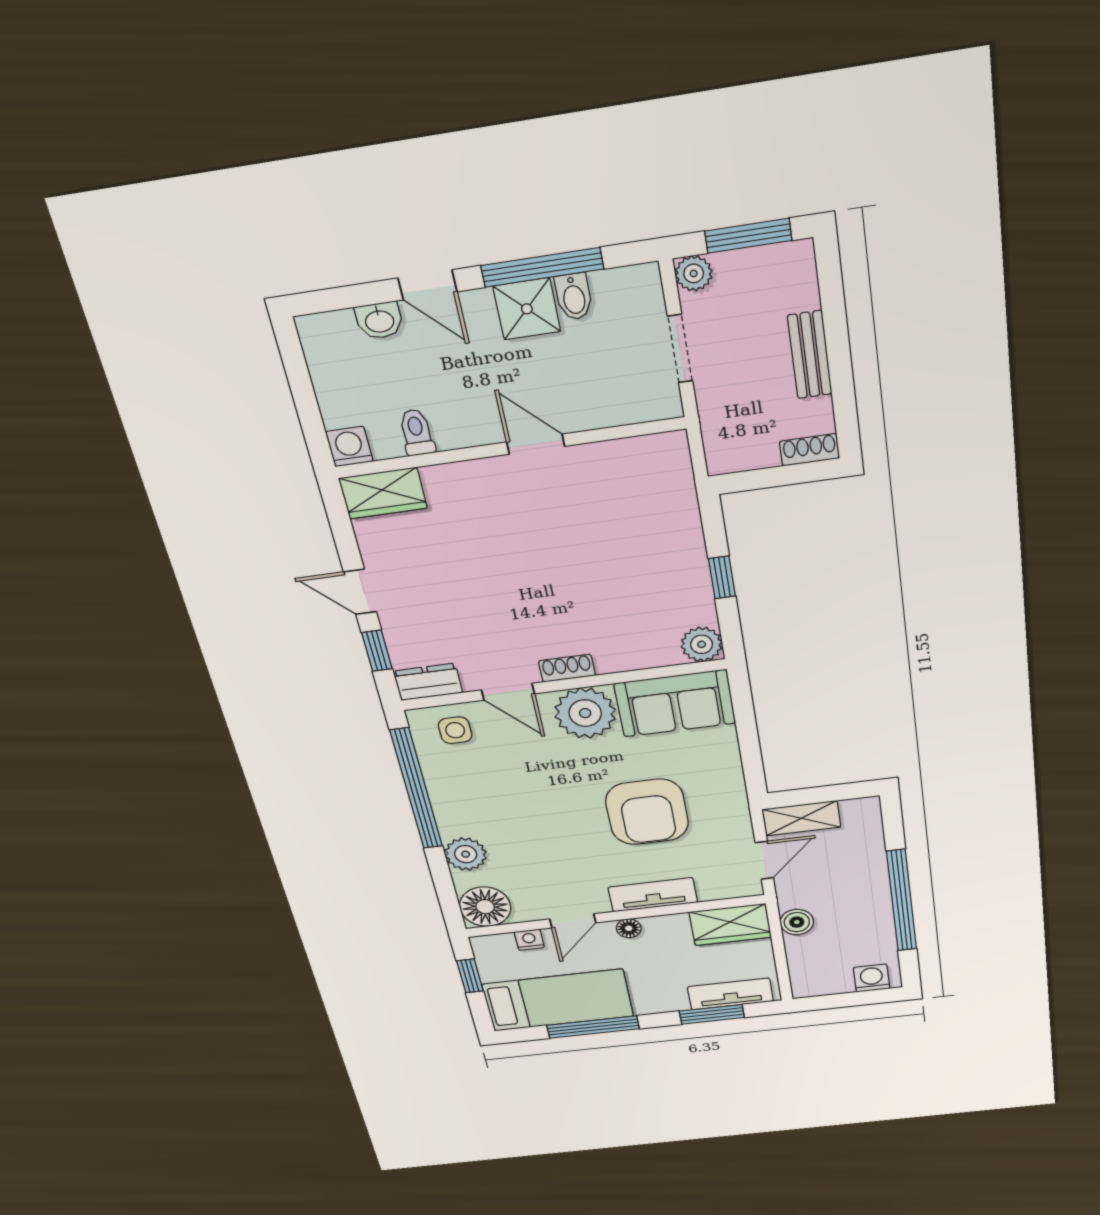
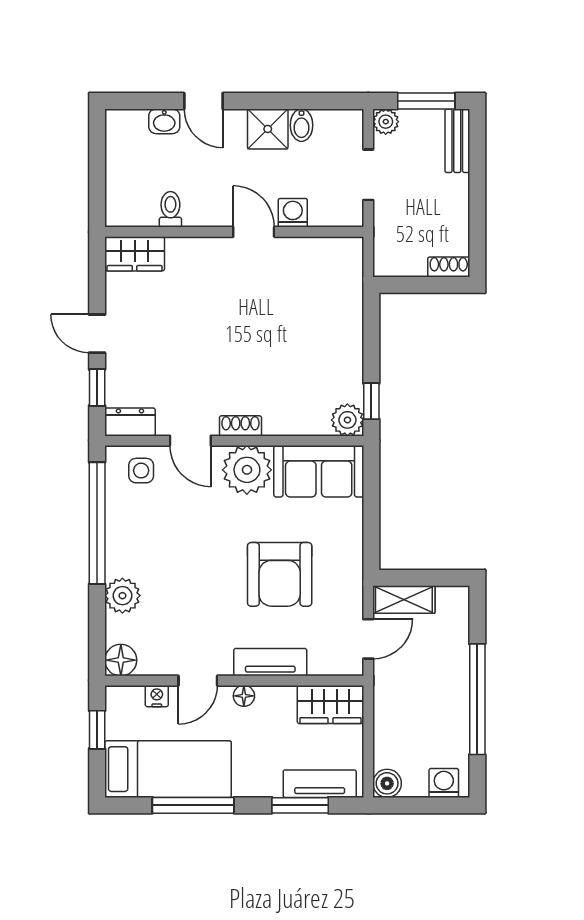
window: (542, 267) -> (284, 101), removed
bench: (810, 355) -> (457, 141), moved
washing machine: (349, 446) -> (293, 213), moved
window: (722, 577) -> (371, 401), moved
floor lamp: (485, 907) -> (121, 660), width x0.73, depth x0.73
boiler: (797, 922) -> (387, 783), moved

